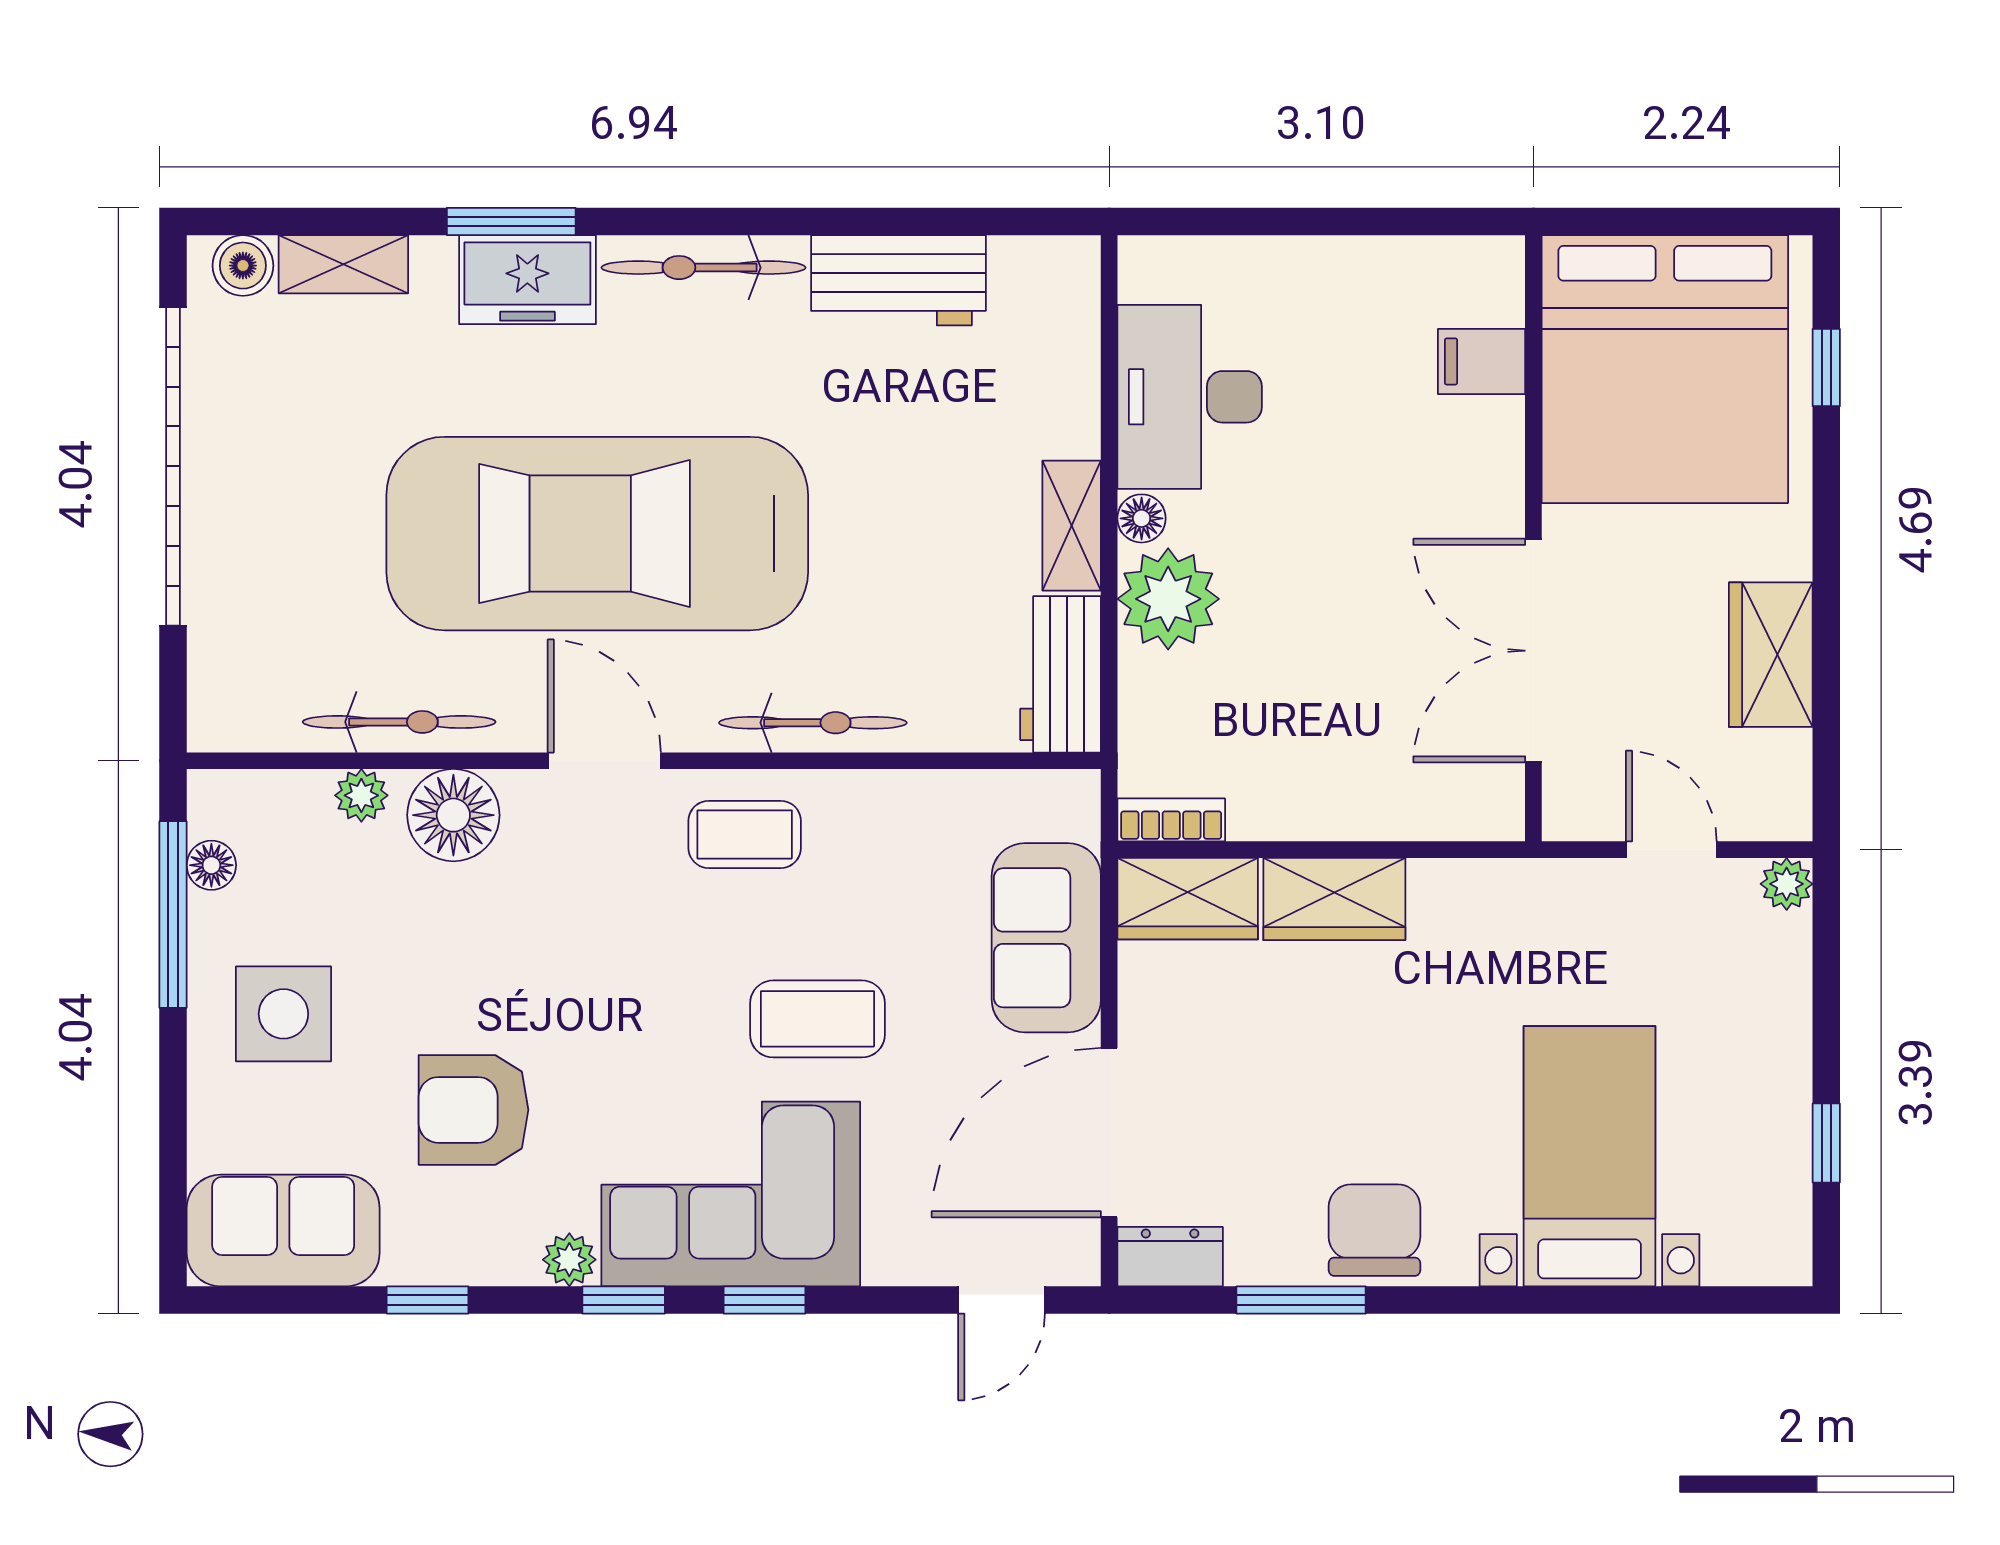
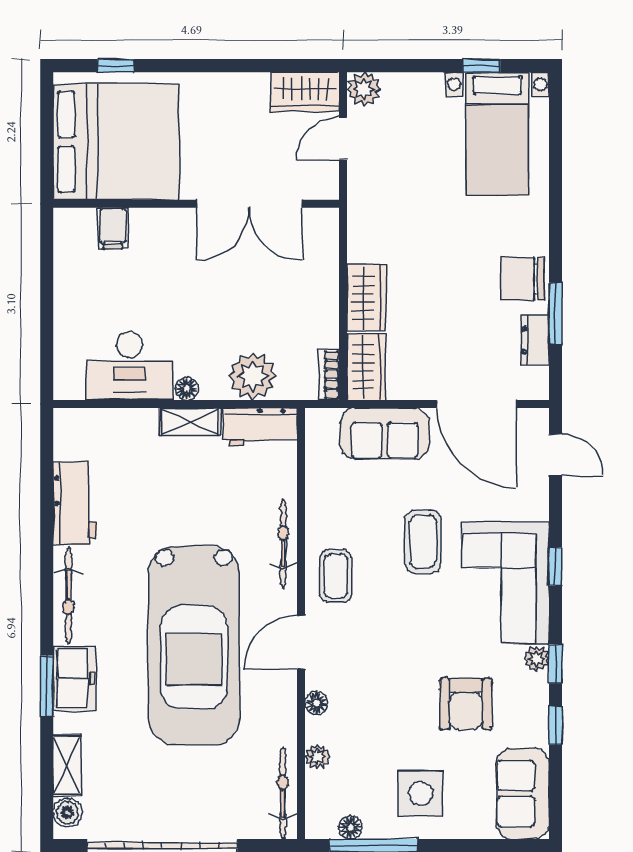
plant: (1168, 599) -> (253, 376), moved
wardrobe: (1771, 655) -> (305, 92), moved
bicycle: (399, 722) -> (283, 794), moved
floor lamp: (453, 815) -> (317, 703), width x0.53, depth x0.53
plant: (1787, 884) -> (364, 89), width x1.38, depth x1.38
bed with nightstands: (1590, 1156) -> (497, 133), moved, turned -90
dresser: (1170, 1257) -> (535, 340), moved
window: (624, 1300) -> (555, 664), moved

